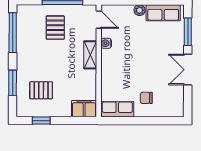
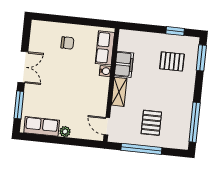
water cooler: (106, 43) -> (105, 71), moved
window: (13, 83) -> (201, 58), moved
filing cabinet: (84, 109) -> (124, 64), moved, turned -90
row of seats: (117, 109) -> (105, 48), moved, turned 90

